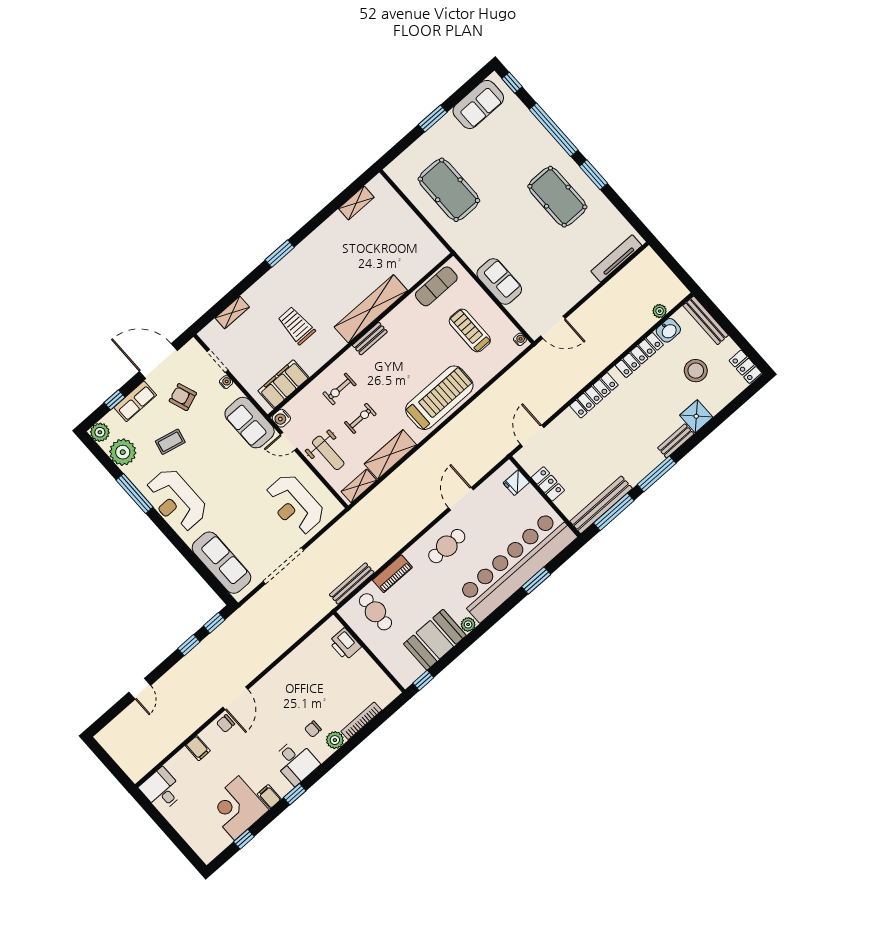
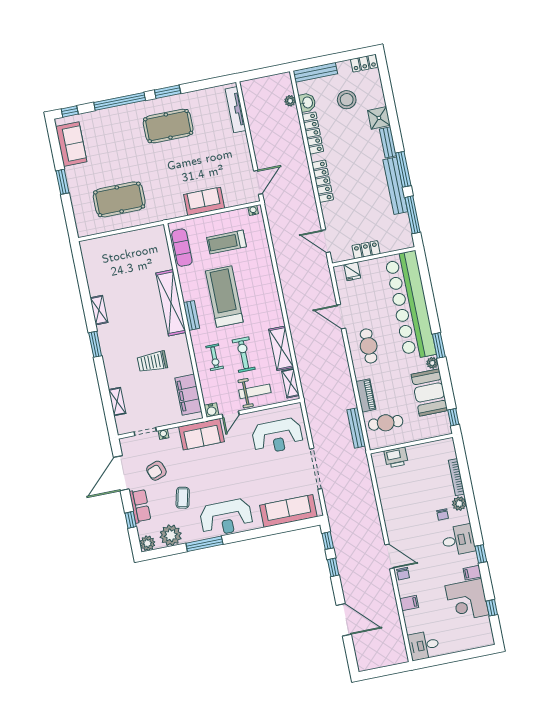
shelving: (356, 203) -> (99, 310), moved
treadmill: (439, 398) -> (224, 297), moved
exercise bike: (360, 418) -> (244, 355), width x1.38, depth x1.39
bench: (601, 505) -> (395, 186), moved
window: (536, 580) -> (439, 345), moved
door: (140, 689) -> (344, 620), width x1.88

